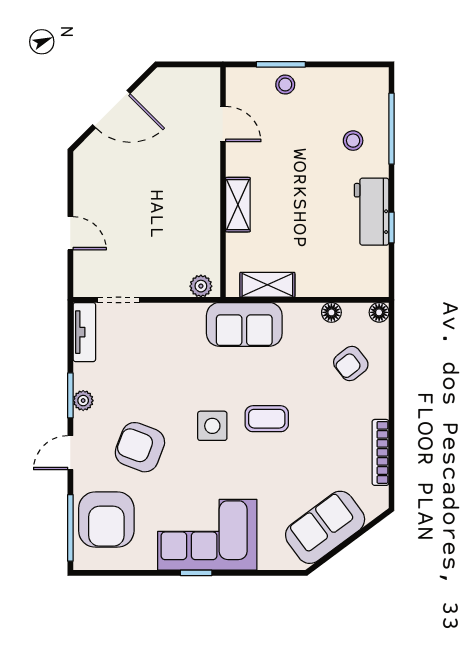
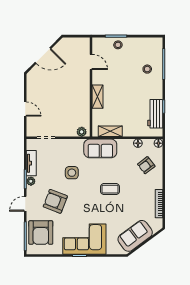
workbench: (372, 212) -> (155, 114), moved
tv unit: (84, 332) -> (31, 163), moved
side table: (212, 426) -> (72, 173), moved

